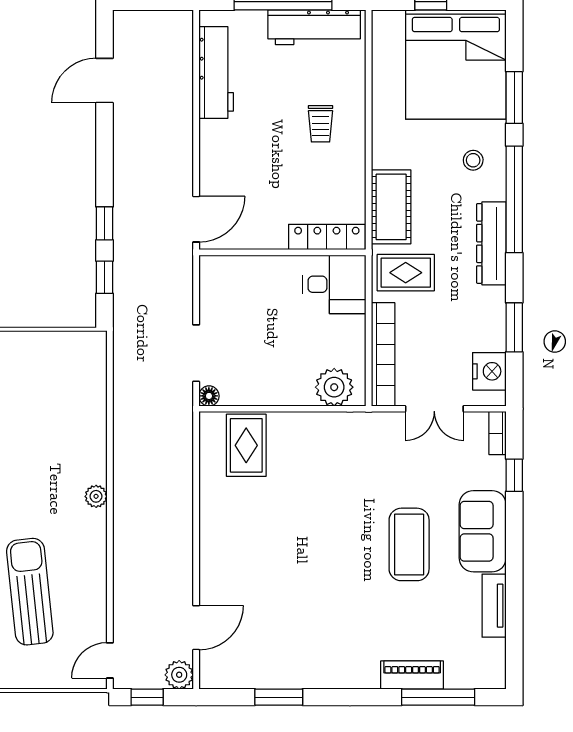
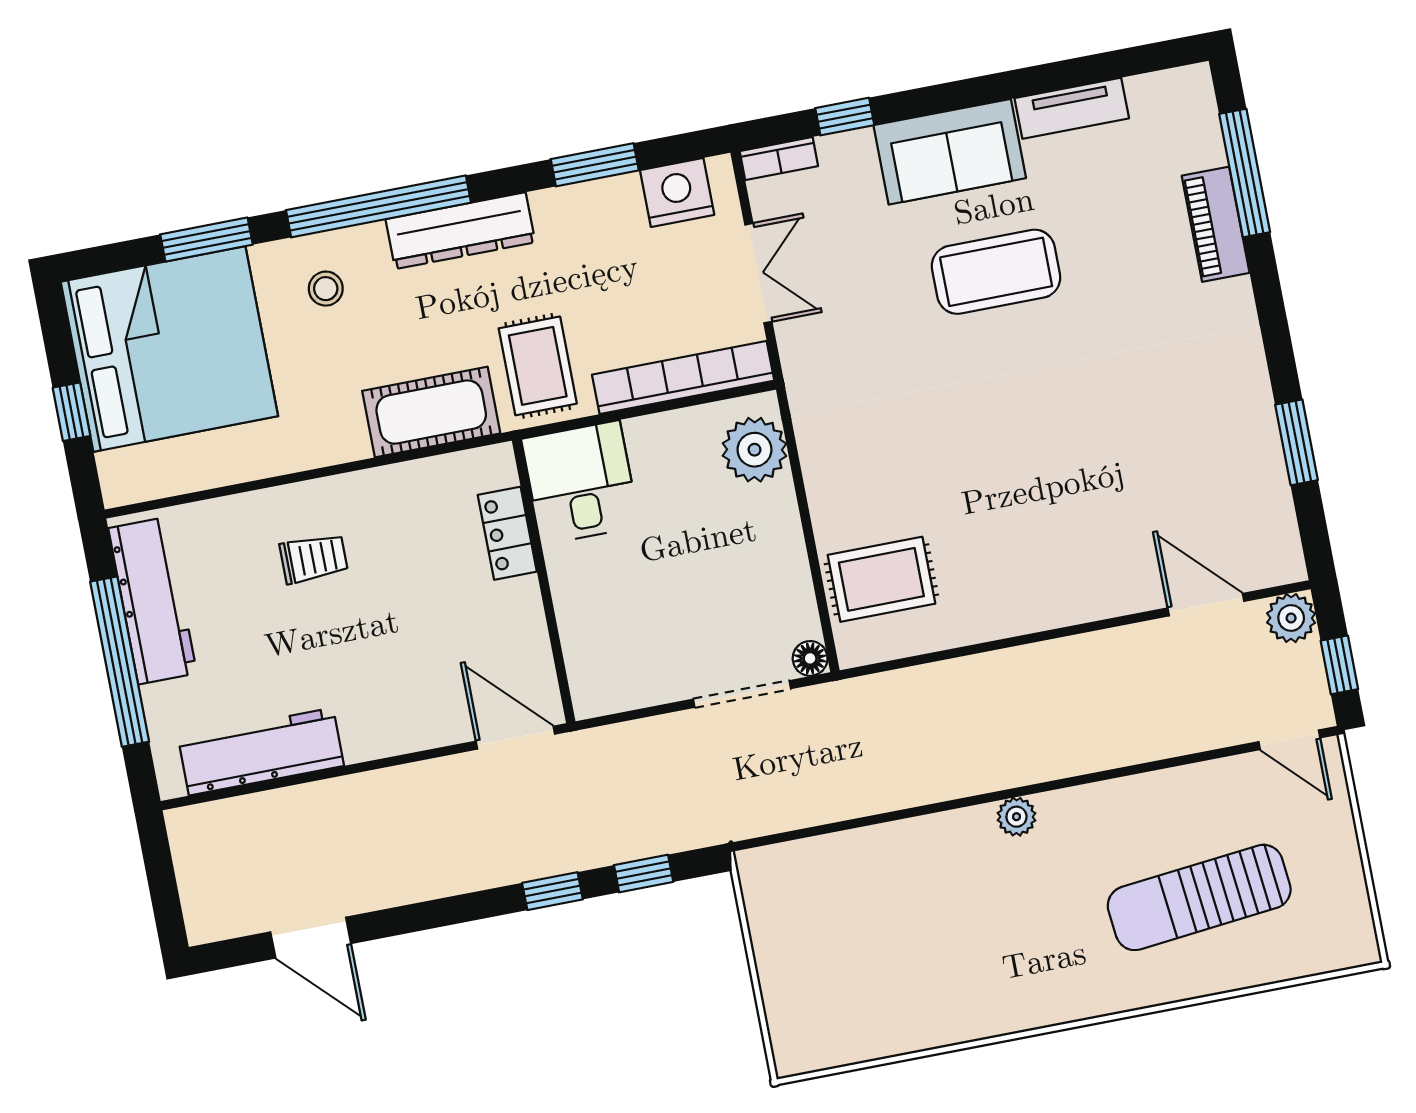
locker: (327, 237) -> (507, 533), width x0.66

